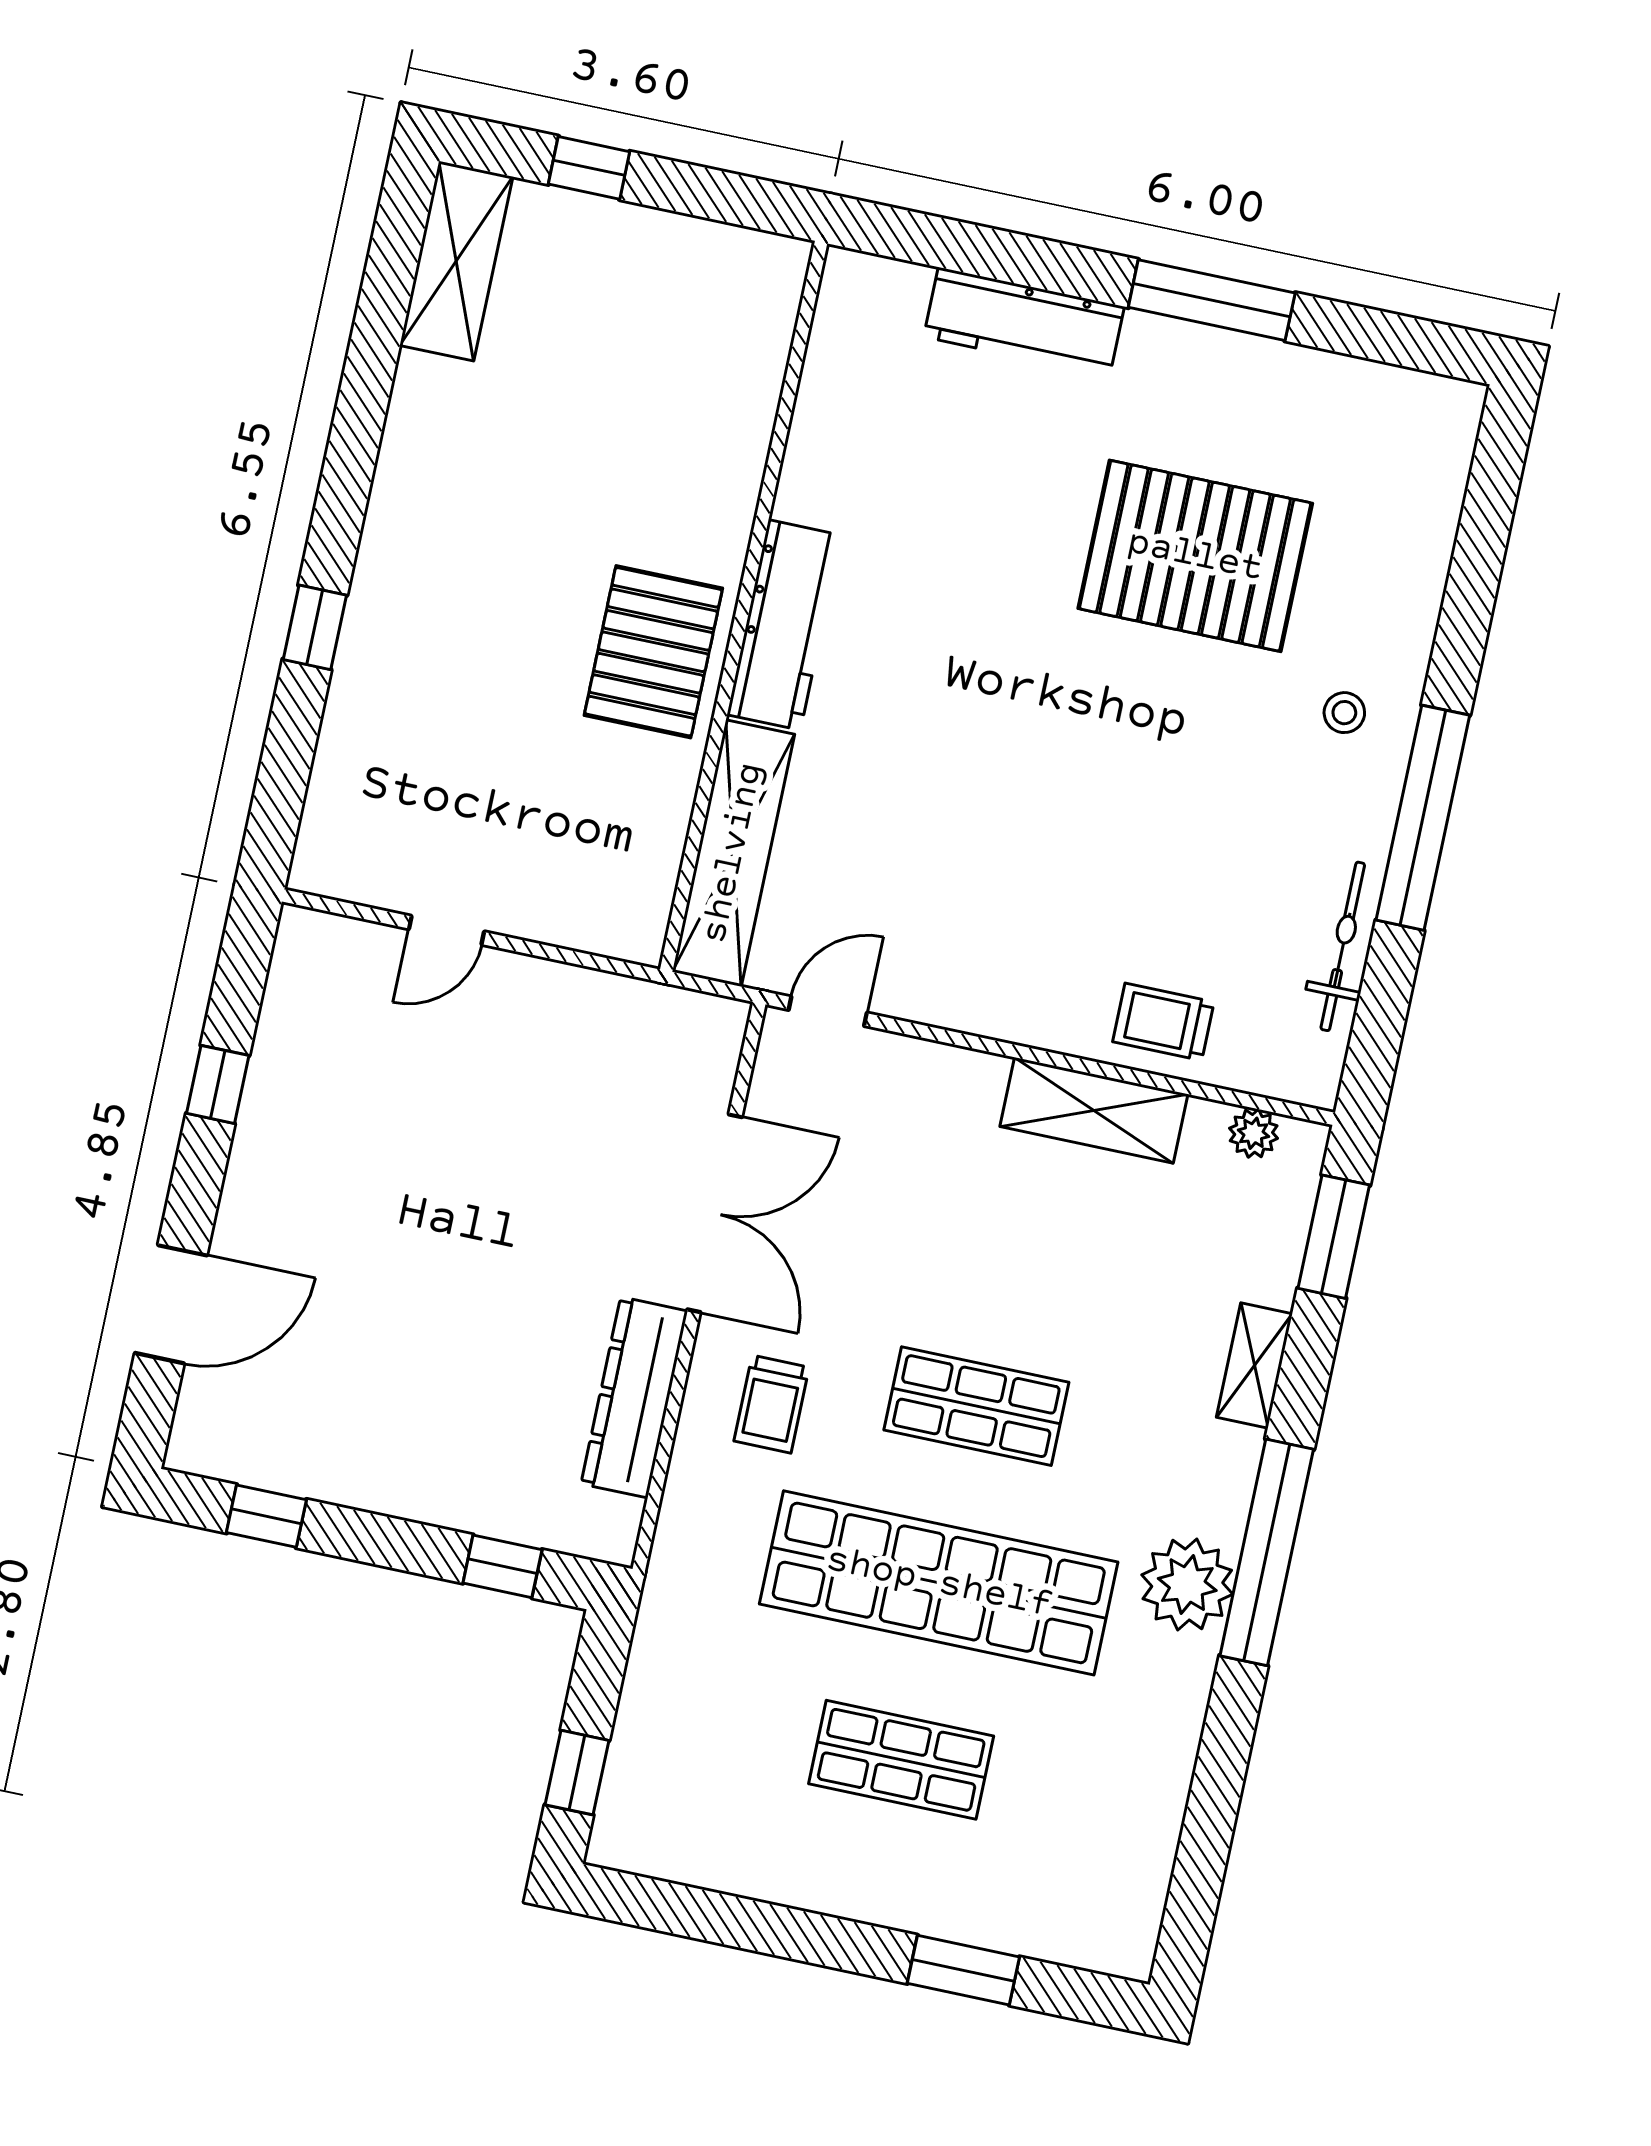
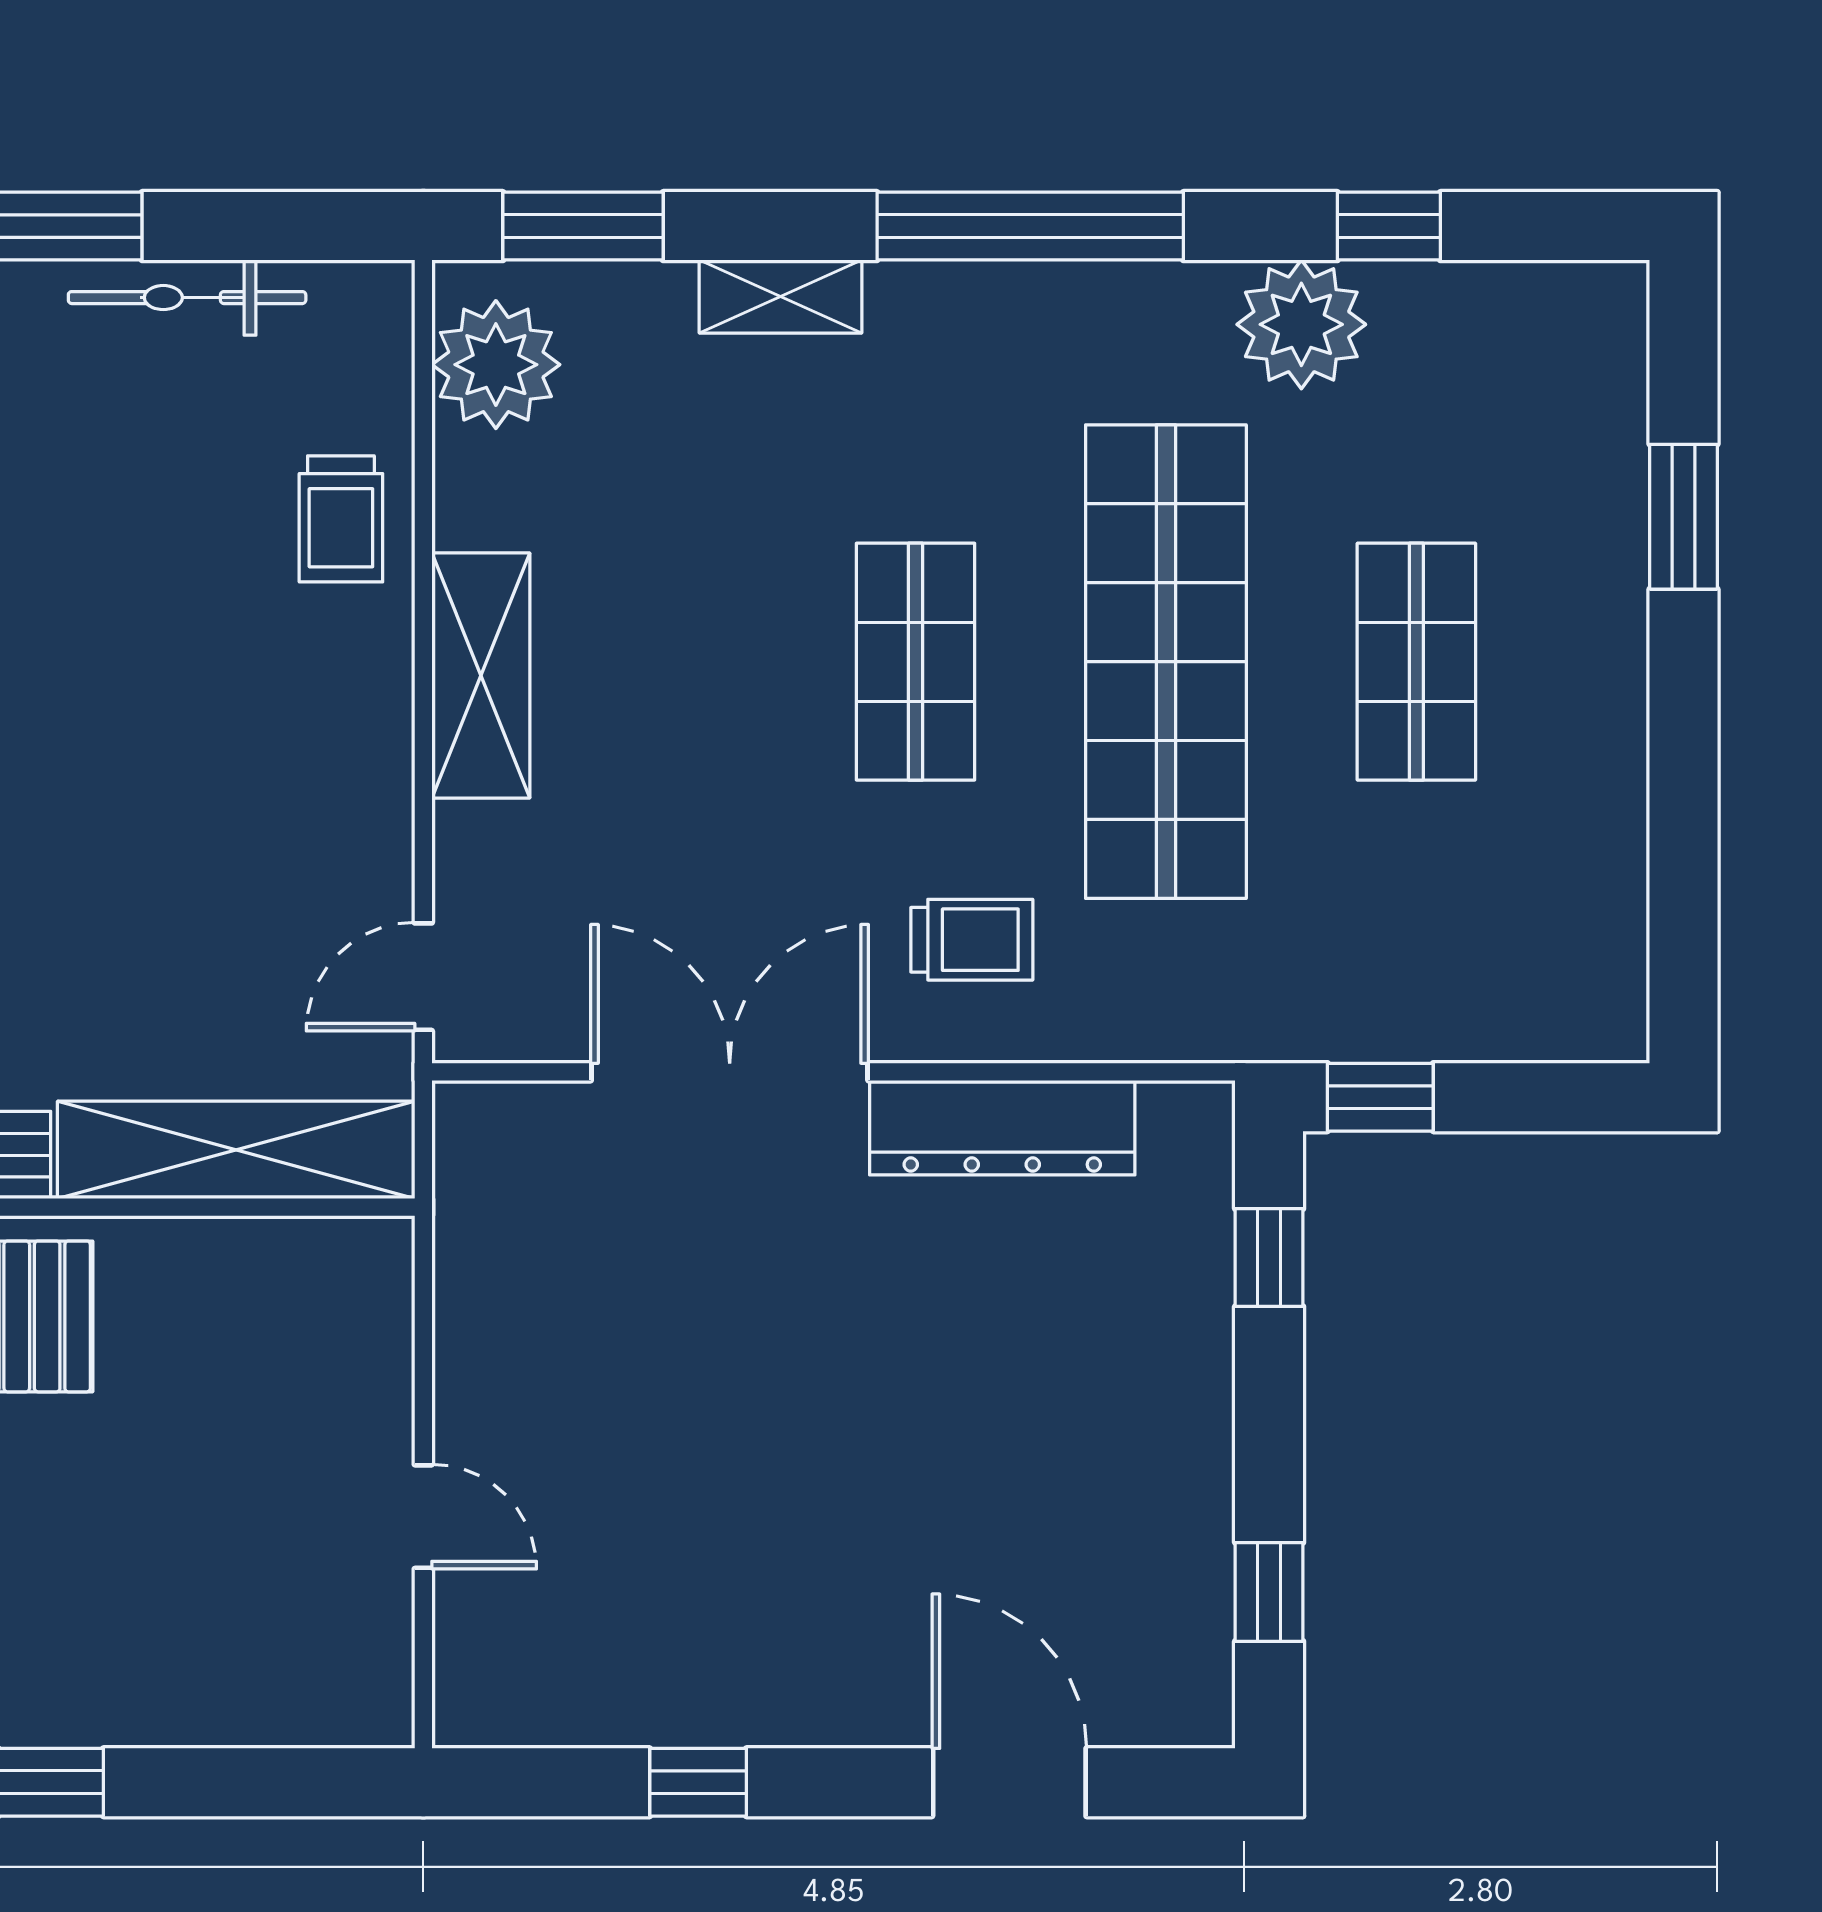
door: (828, 1011) -> (423, 977), hinge flipped
shelving: (1094, 1110) -> (481, 676), moved
plant: (1254, 1133) -> (496, 365), width x1.87, depth x1.87
plant: (1187, 1585) -> (1301, 324), moved
window: (577, 1773) -> (1380, 1097), moved
window: (1213, 1806) -> (1389, 226), added

